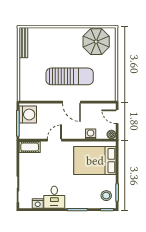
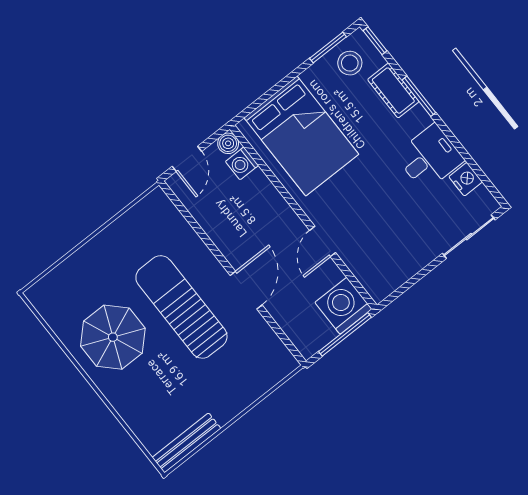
parasol: (96, 42) -> (113, 337), moved
door: (71, 102) -> (246, 290), moved
washing machine: (28, 115) -> (343, 306), moved
washing machine: (91, 134) -> (242, 163), moved
door: (54, 140) -> (323, 241), hinge flipped
cot: (30, 147) -> (393, 91), moved

